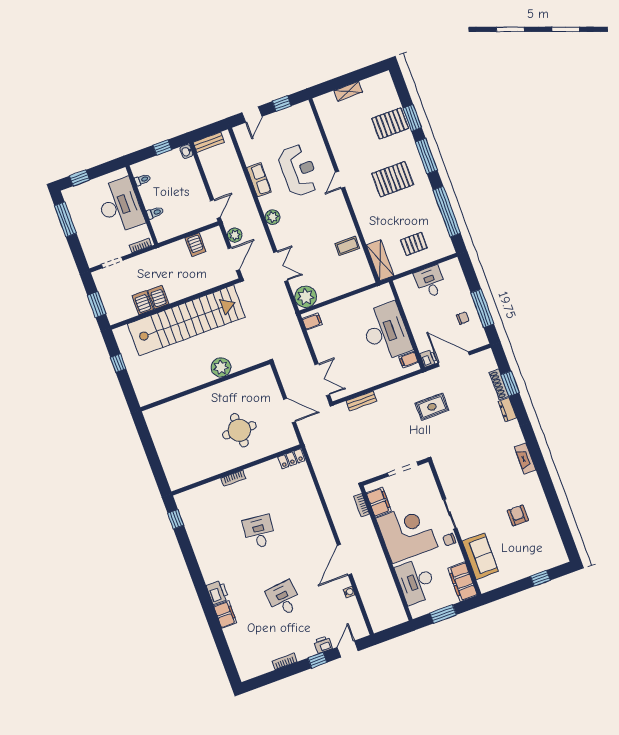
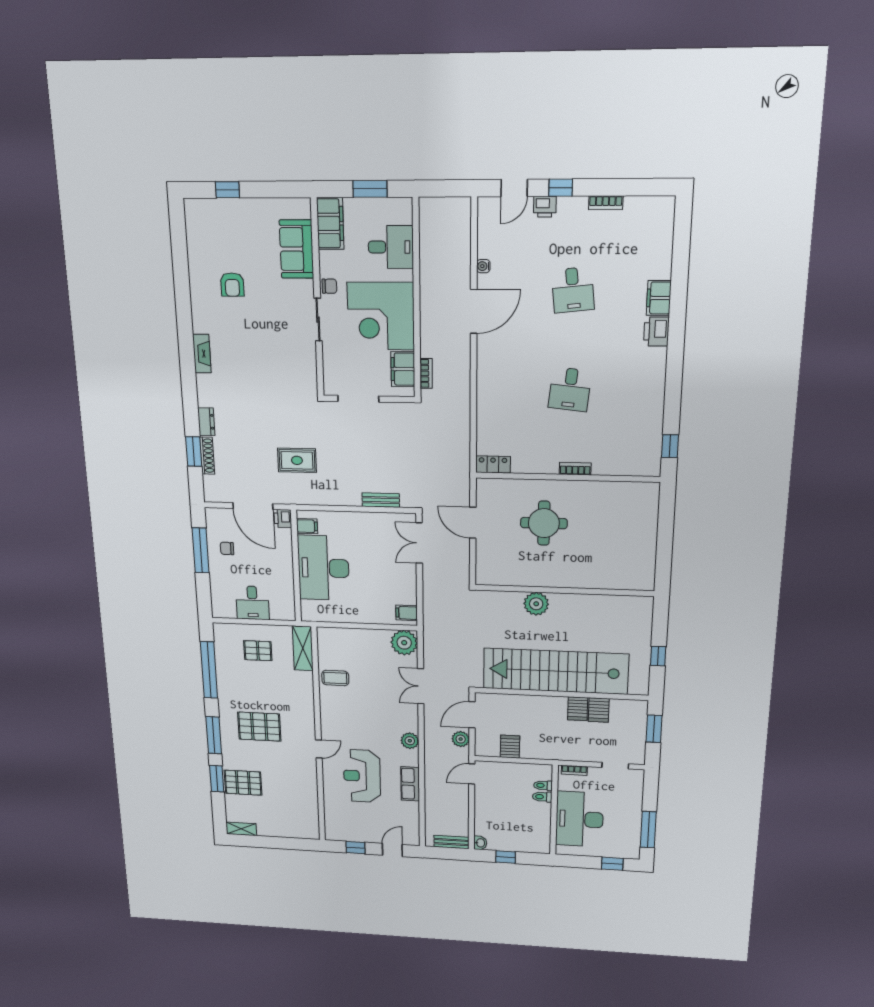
shelving: (348, 91) -> (241, 829), moved
toilet: (143, 180) -> (543, 785), moved
desk: (416, 581) -> (391, 247), width x0.73

